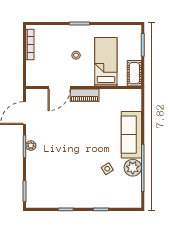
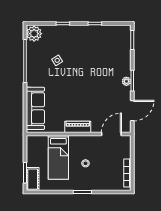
cot: (134, 73) -> (33, 179), moved
door: (59, 87) -> (111, 134), moved
sofa: (131, 135) -> (35, 108), moved
plant: (133, 168) -> (34, 34), moved

